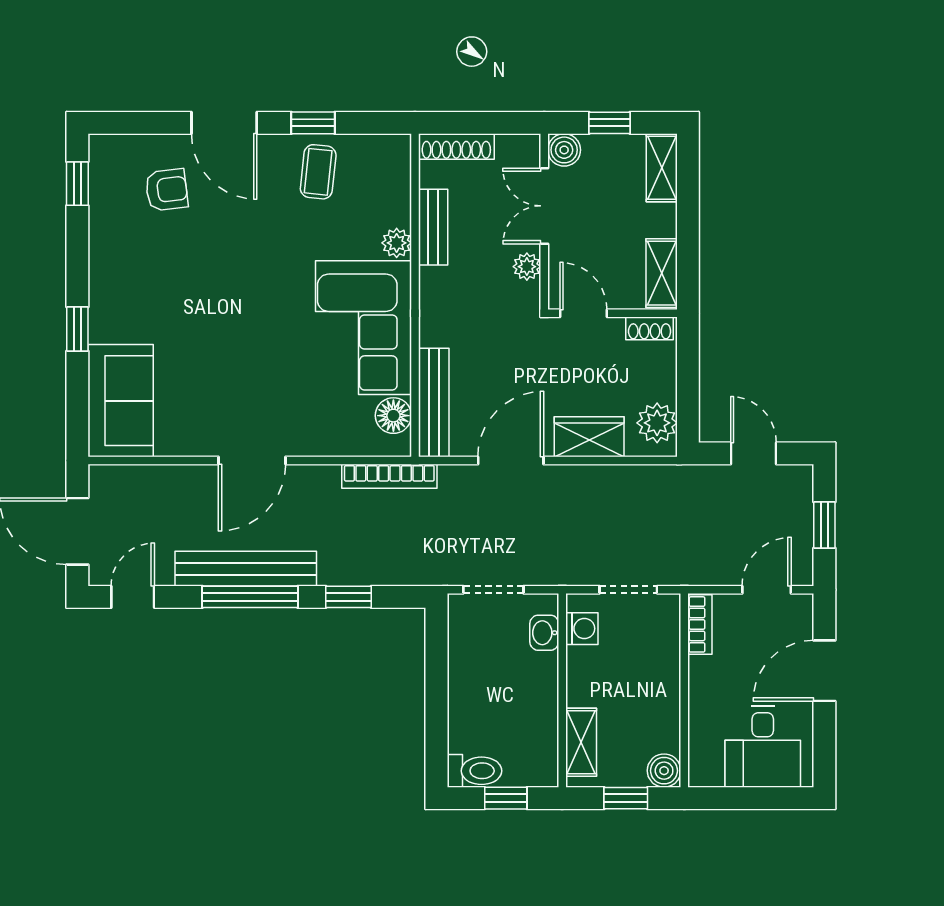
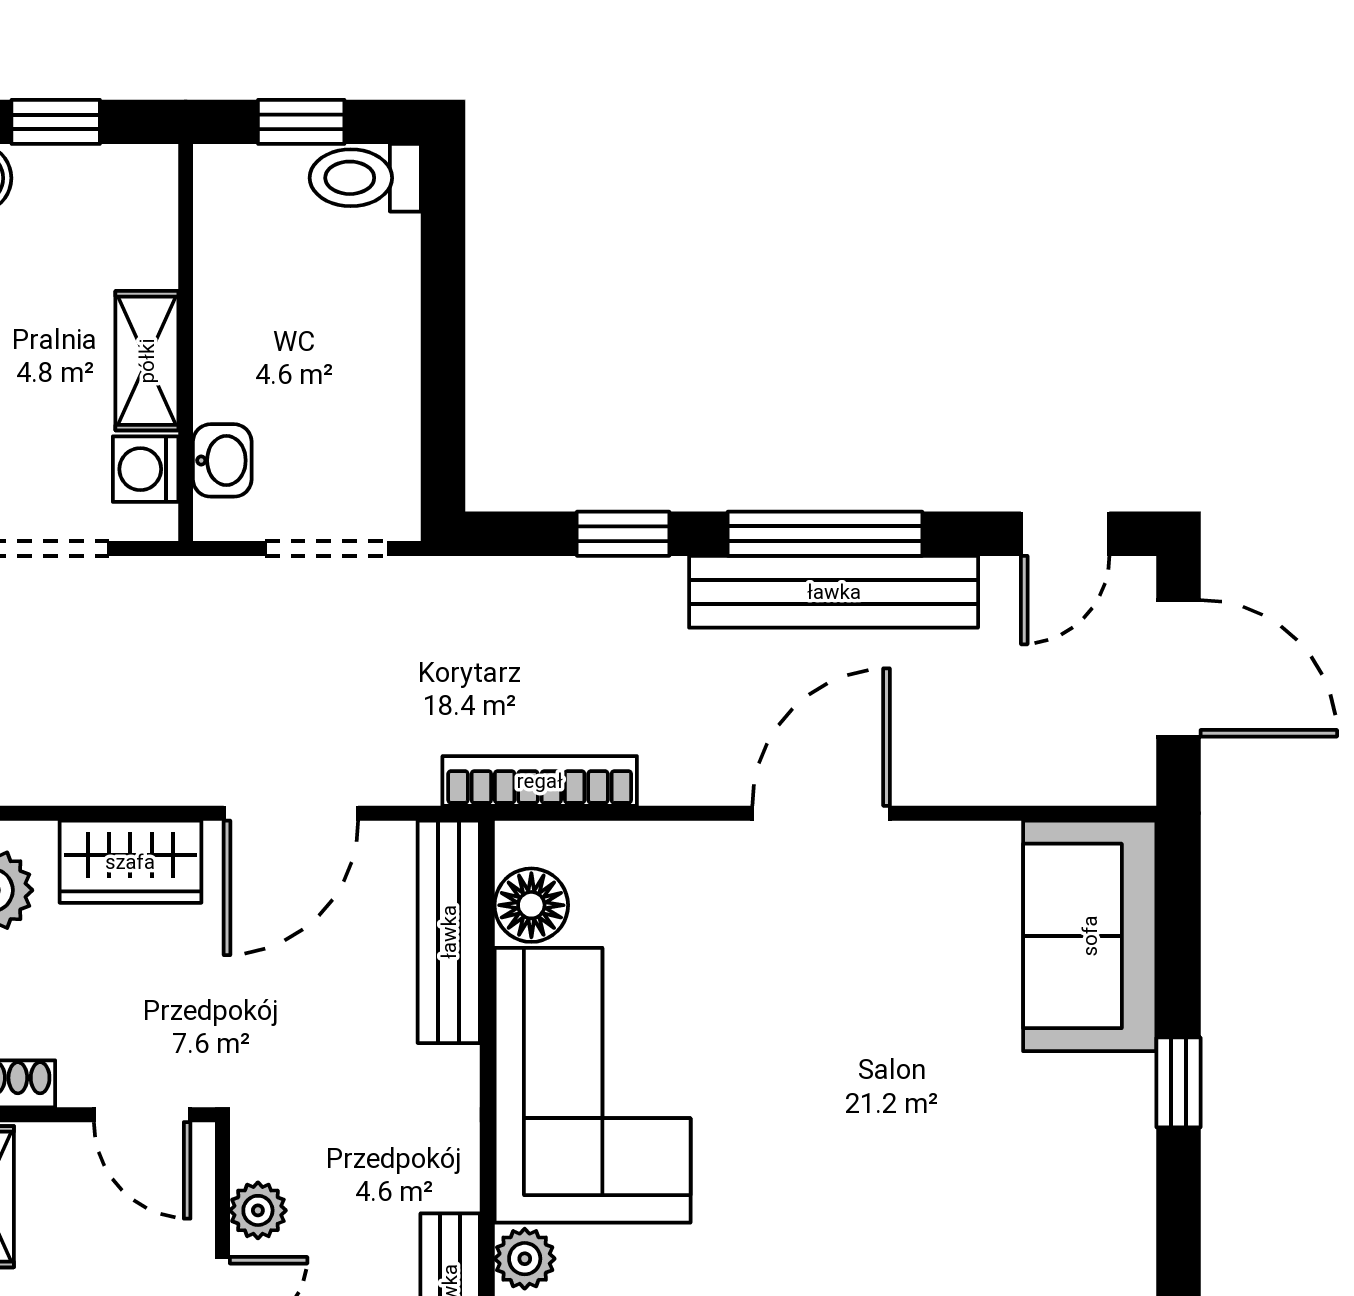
shelving: (581, 742) -> (147, 361), moved

